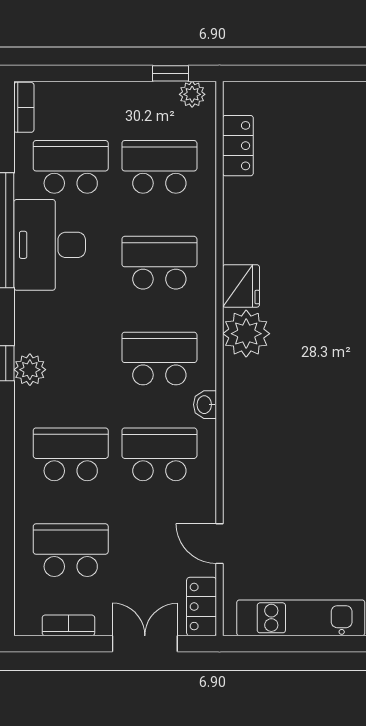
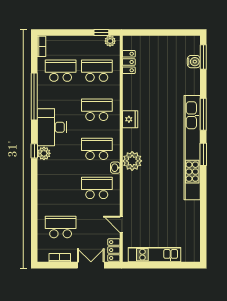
desk: (50, 245) -> (52, 127), moved
plant: (246, 334) -> (132, 161), moved
school desk: (71, 454) -> (61, 188), removed

